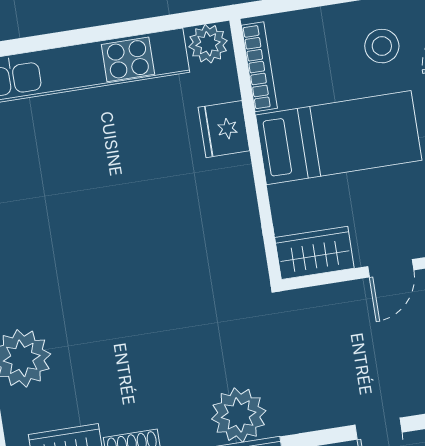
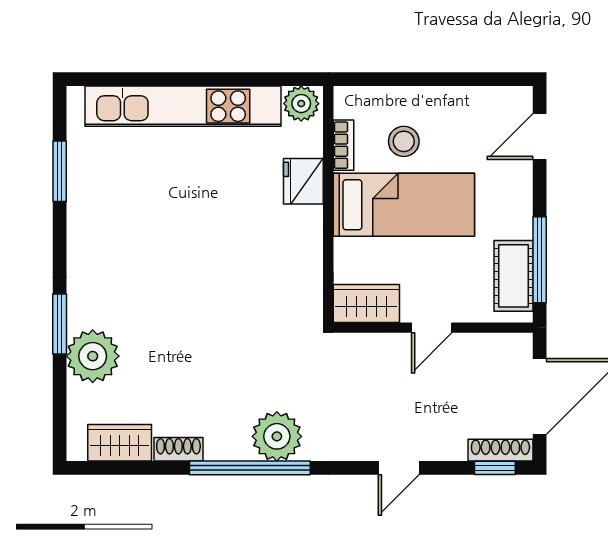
stool: (382, 46) -> (404, 141), moved
bookcase: (259, 67) -> (343, 145), width x0.64

